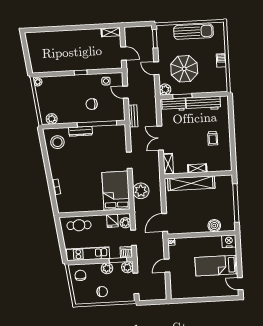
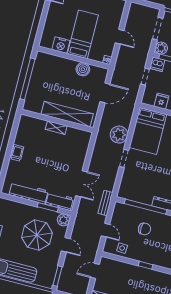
door: (123, 53) -> (95, 271), hinge flipped
double door: (160, 138) -> (81, 184), moved
trolley: (213, 138) -> (17, 153), moved
shelving: (168, 164) -> (85, 142), removed
plant: (141, 191) -> (119, 135), moved
door: (165, 222) -> (105, 93), moved
plant: (125, 223) -> (149, 95), removed
boiler: (214, 226) -> (83, 69), moved
nightstand: (229, 241) -> (61, 45), moved
door: (167, 266) -> (119, 37), hinge flipped
bed: (216, 266) -> (83, 34), moved, turned -90

